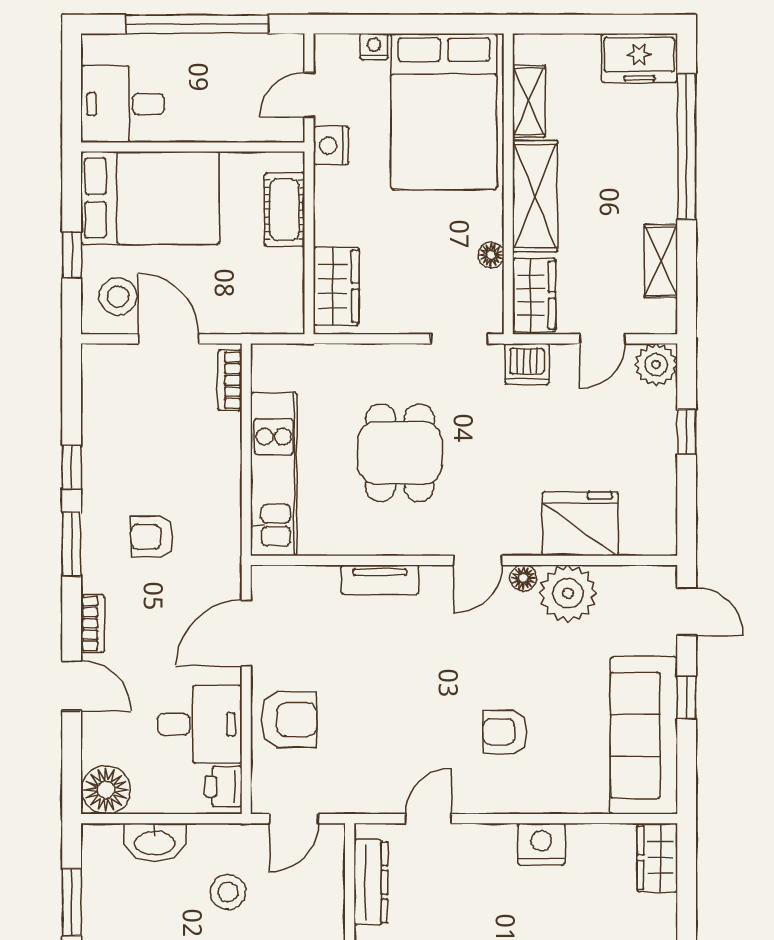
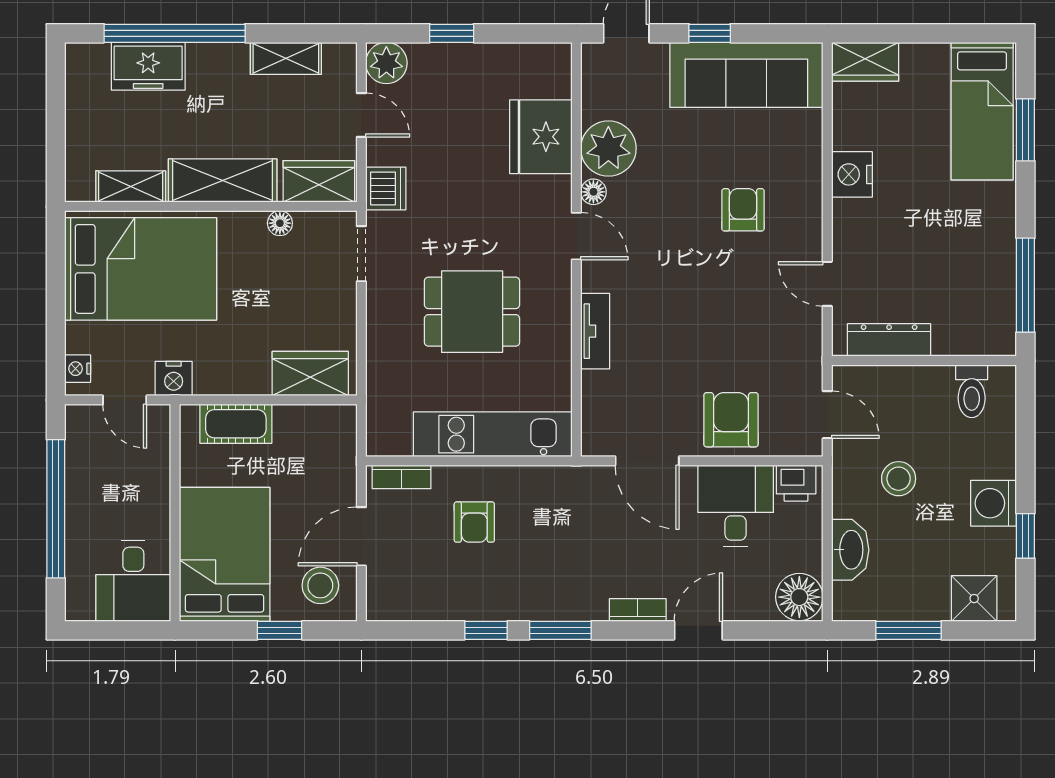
nightstand: (374, 47) -> (78, 369), moved
freezer: (639, 58) -> (148, 66), moved, turned 90
armchair: (152, 537) -> (474, 522), moved
armchair: (505, 732) -> (743, 210), turned 180

